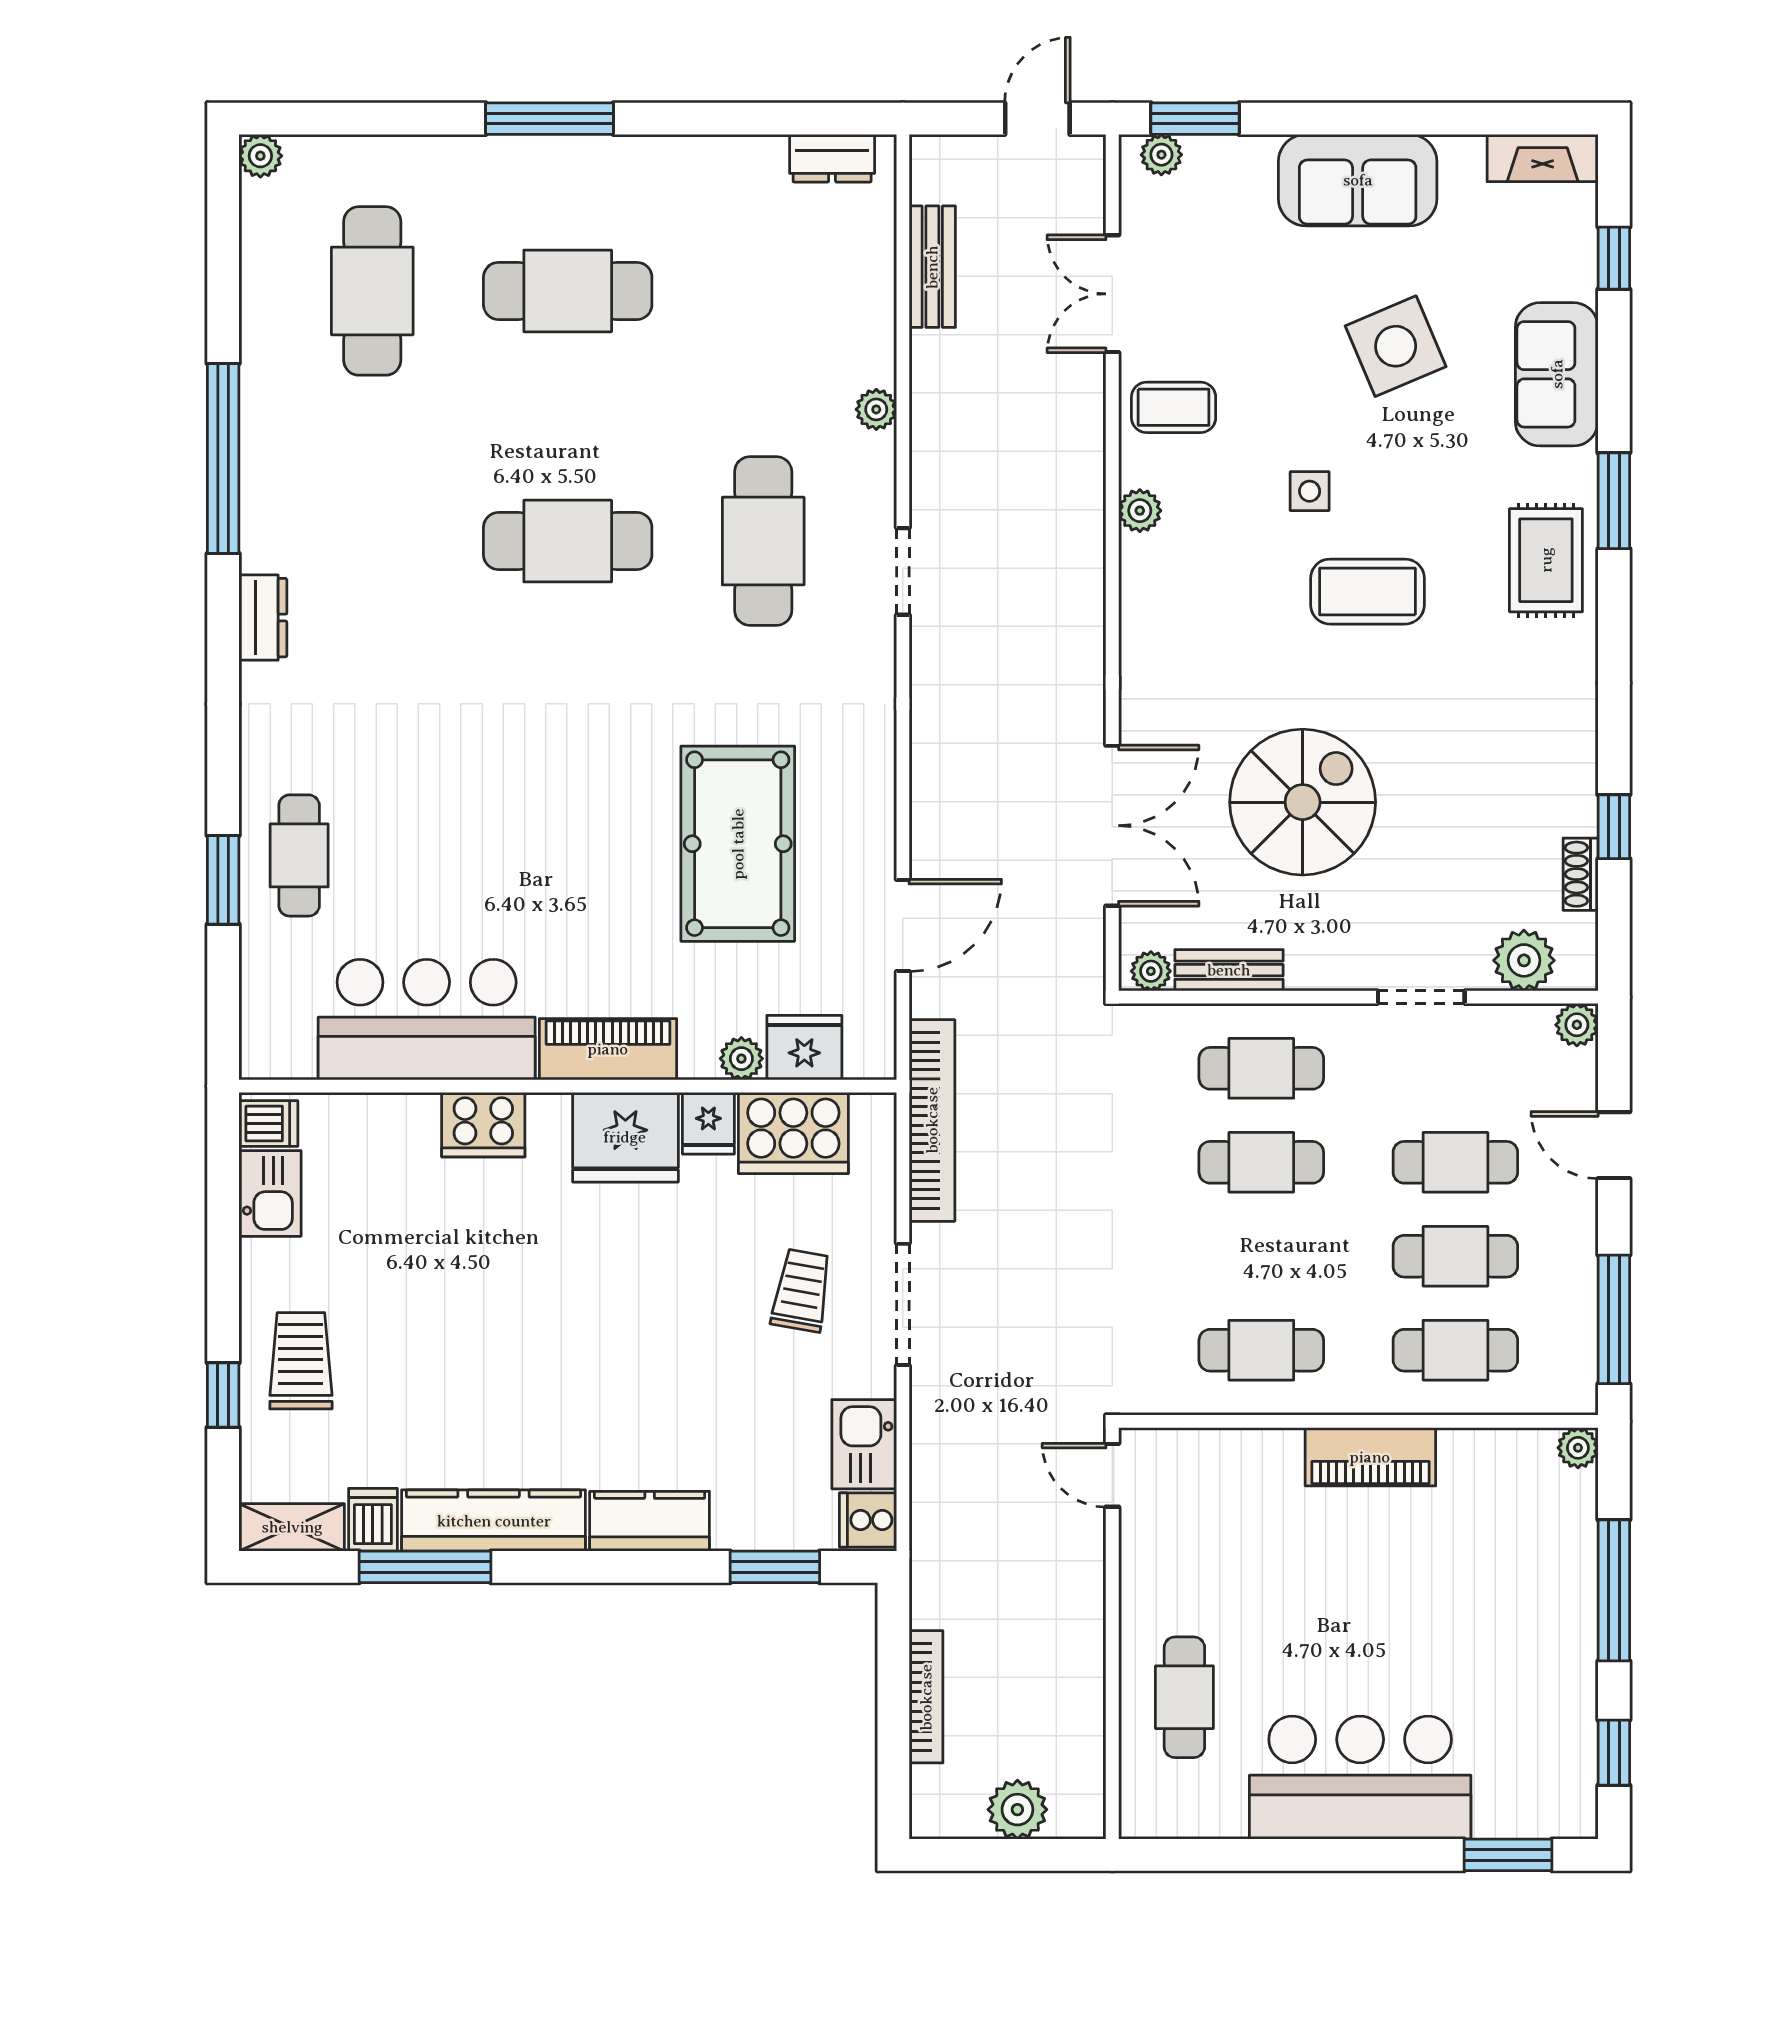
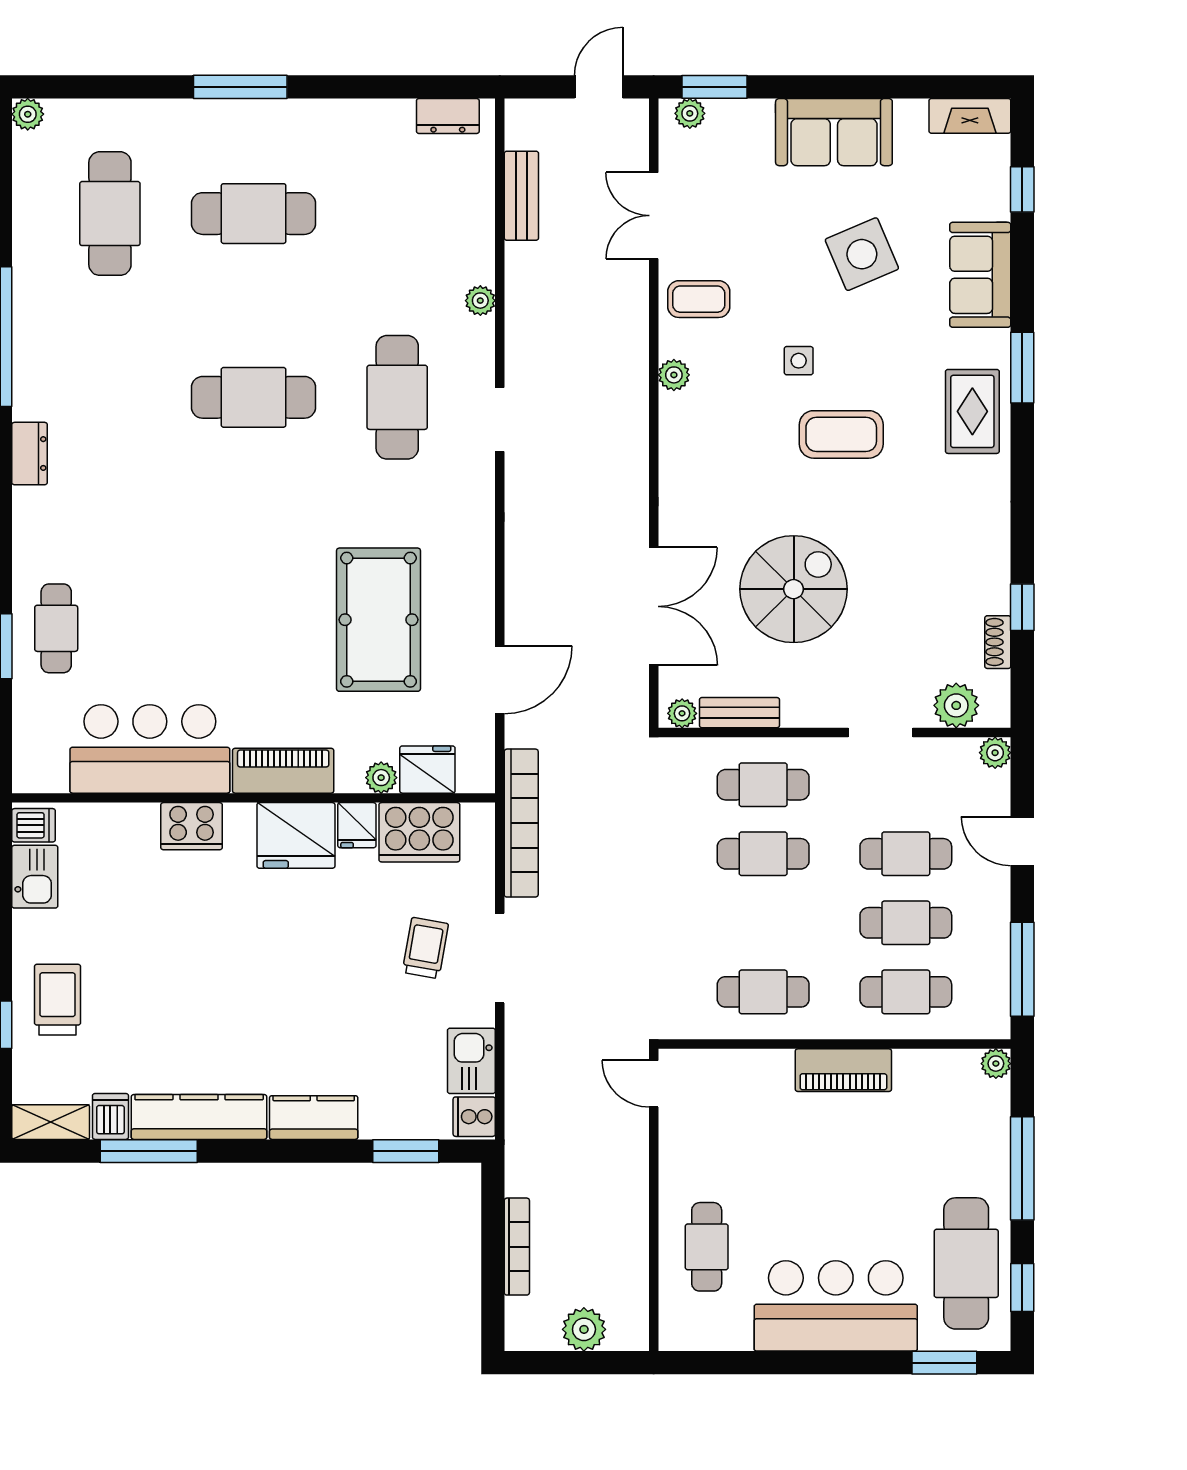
cafe table: (1538, 1720) -> (966, 1263), added

